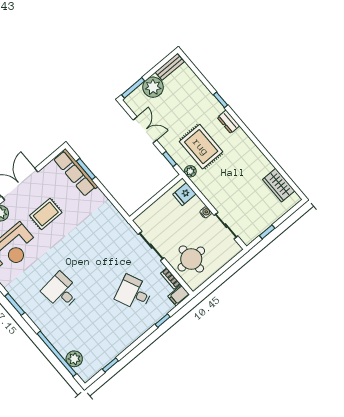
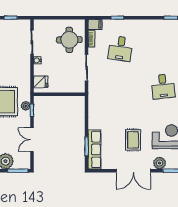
plant: (190, 171) -> (26, 106), moved
rug: (46, 214) -> (133, 140), turned 90
desk: (134, 293) -> (121, 49), turned 33

